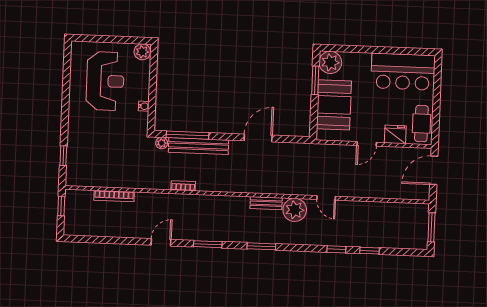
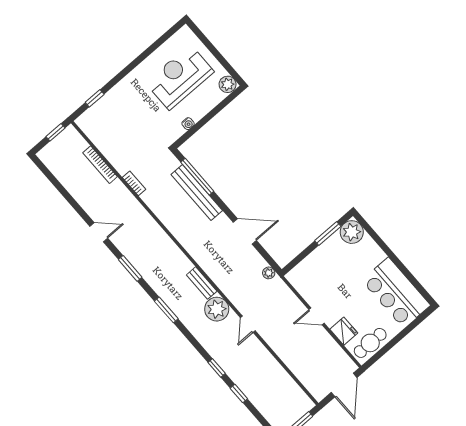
reception desk: (105, 81) -> (180, 77), turned 180
booth: (334, 105) -> (323, 265), removed
plant: (162, 143) -> (269, 273), moved
door: (434, 170) -> (344, 385), swing flipped
bookcase: (183, 186) -> (134, 183), moved

